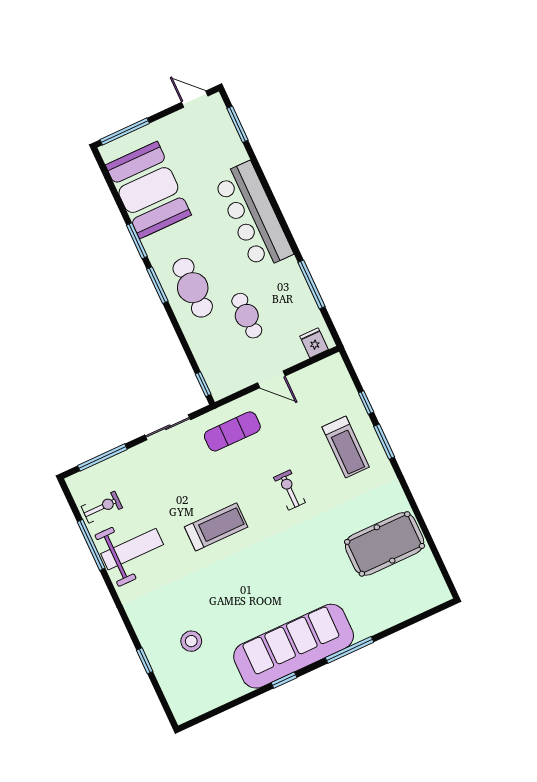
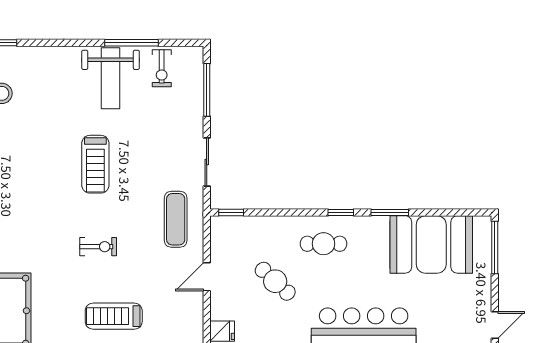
window: (157, 285) -> (341, 213), width x0.67
cafe table: (193, 288) -> (324, 244), width x0.73, depth x0.74
cafe table: (247, 316) -> (275, 281), turned 43

